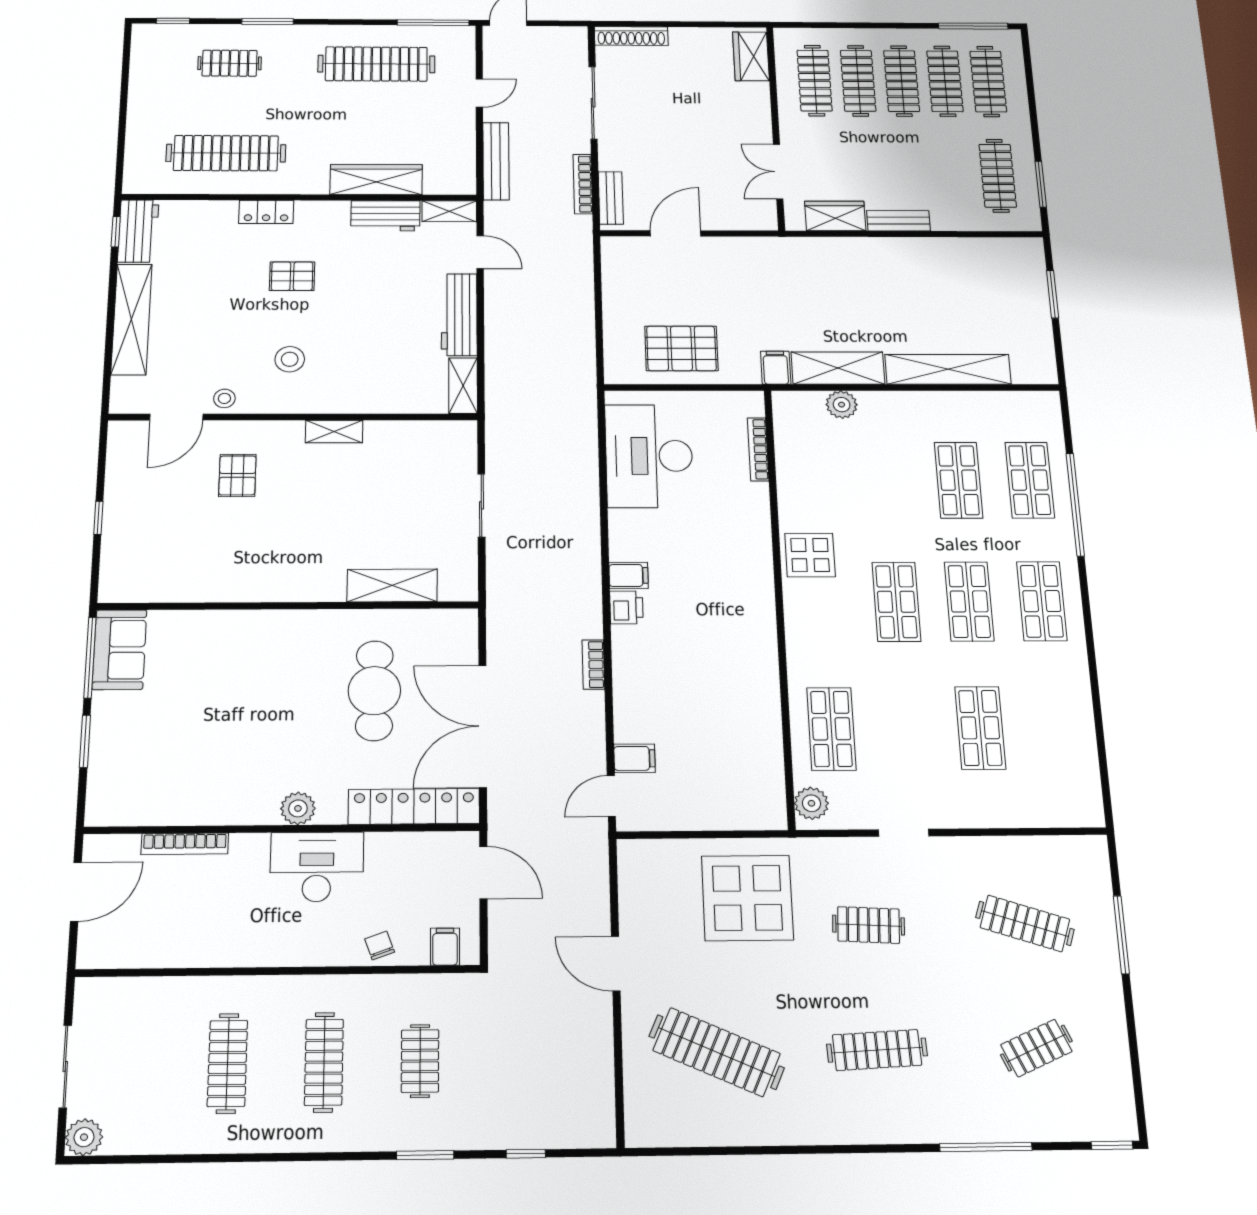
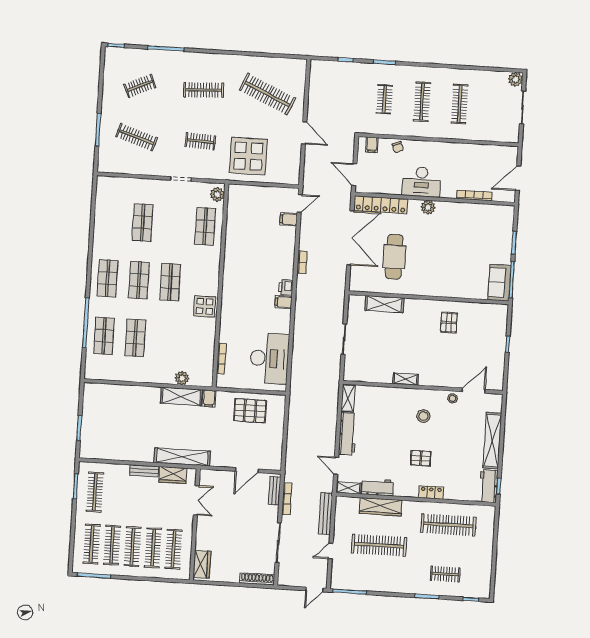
clothes rail: (376, 64) -> (379, 545), moved
shelving: (948, 369) -> (182, 457), moved
pallet: (237, 475) -> (449, 323), moved

